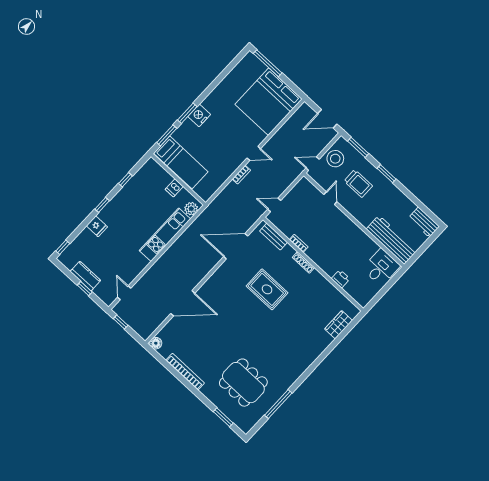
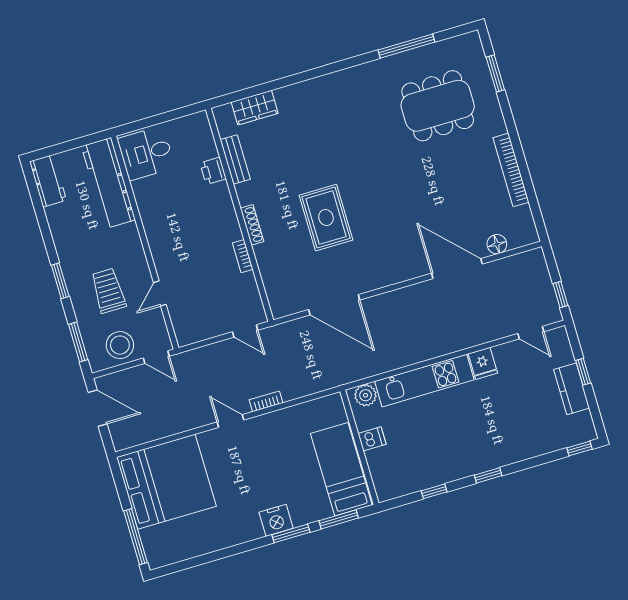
fridge: (97, 226) -> (483, 363), moved, turned 180
bench: (274, 237) -> (235, 159), moved
door: (124, 293) -> (531, 333), hinge flipped
floor lamp: (156, 343) -> (497, 244), moved
dining table: (243, 383) -> (438, 106), turned 90

